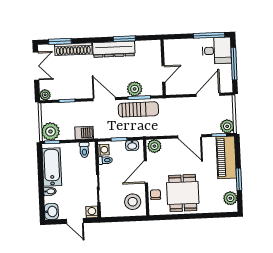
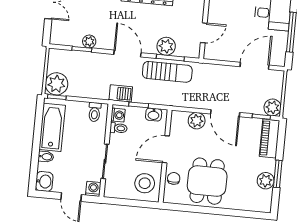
plant: (45, 95) -> (89, 41), moved
barbecue: (84, 133) -> (121, 93), moved
plant: (154, 146) -> (197, 121), moved
piano: (226, 157) -> (270, 138), width x0.73, depth x0.75
plant: (230, 198) -> (266, 181), moved

